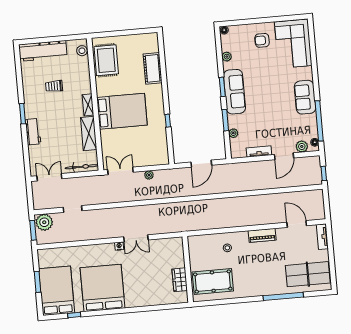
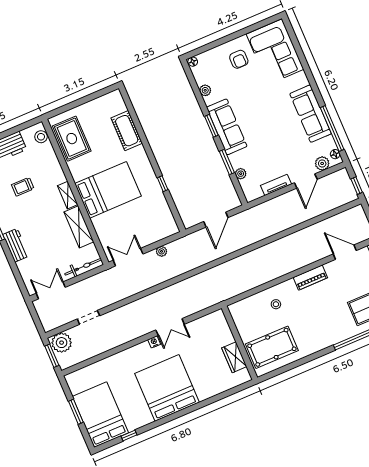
armchair: (262, 40) -> (239, 59), turned -90
sofa: (305, 97) -> (311, 114), width x1.36
bed: (103, 288) -> (167, 388), moved

